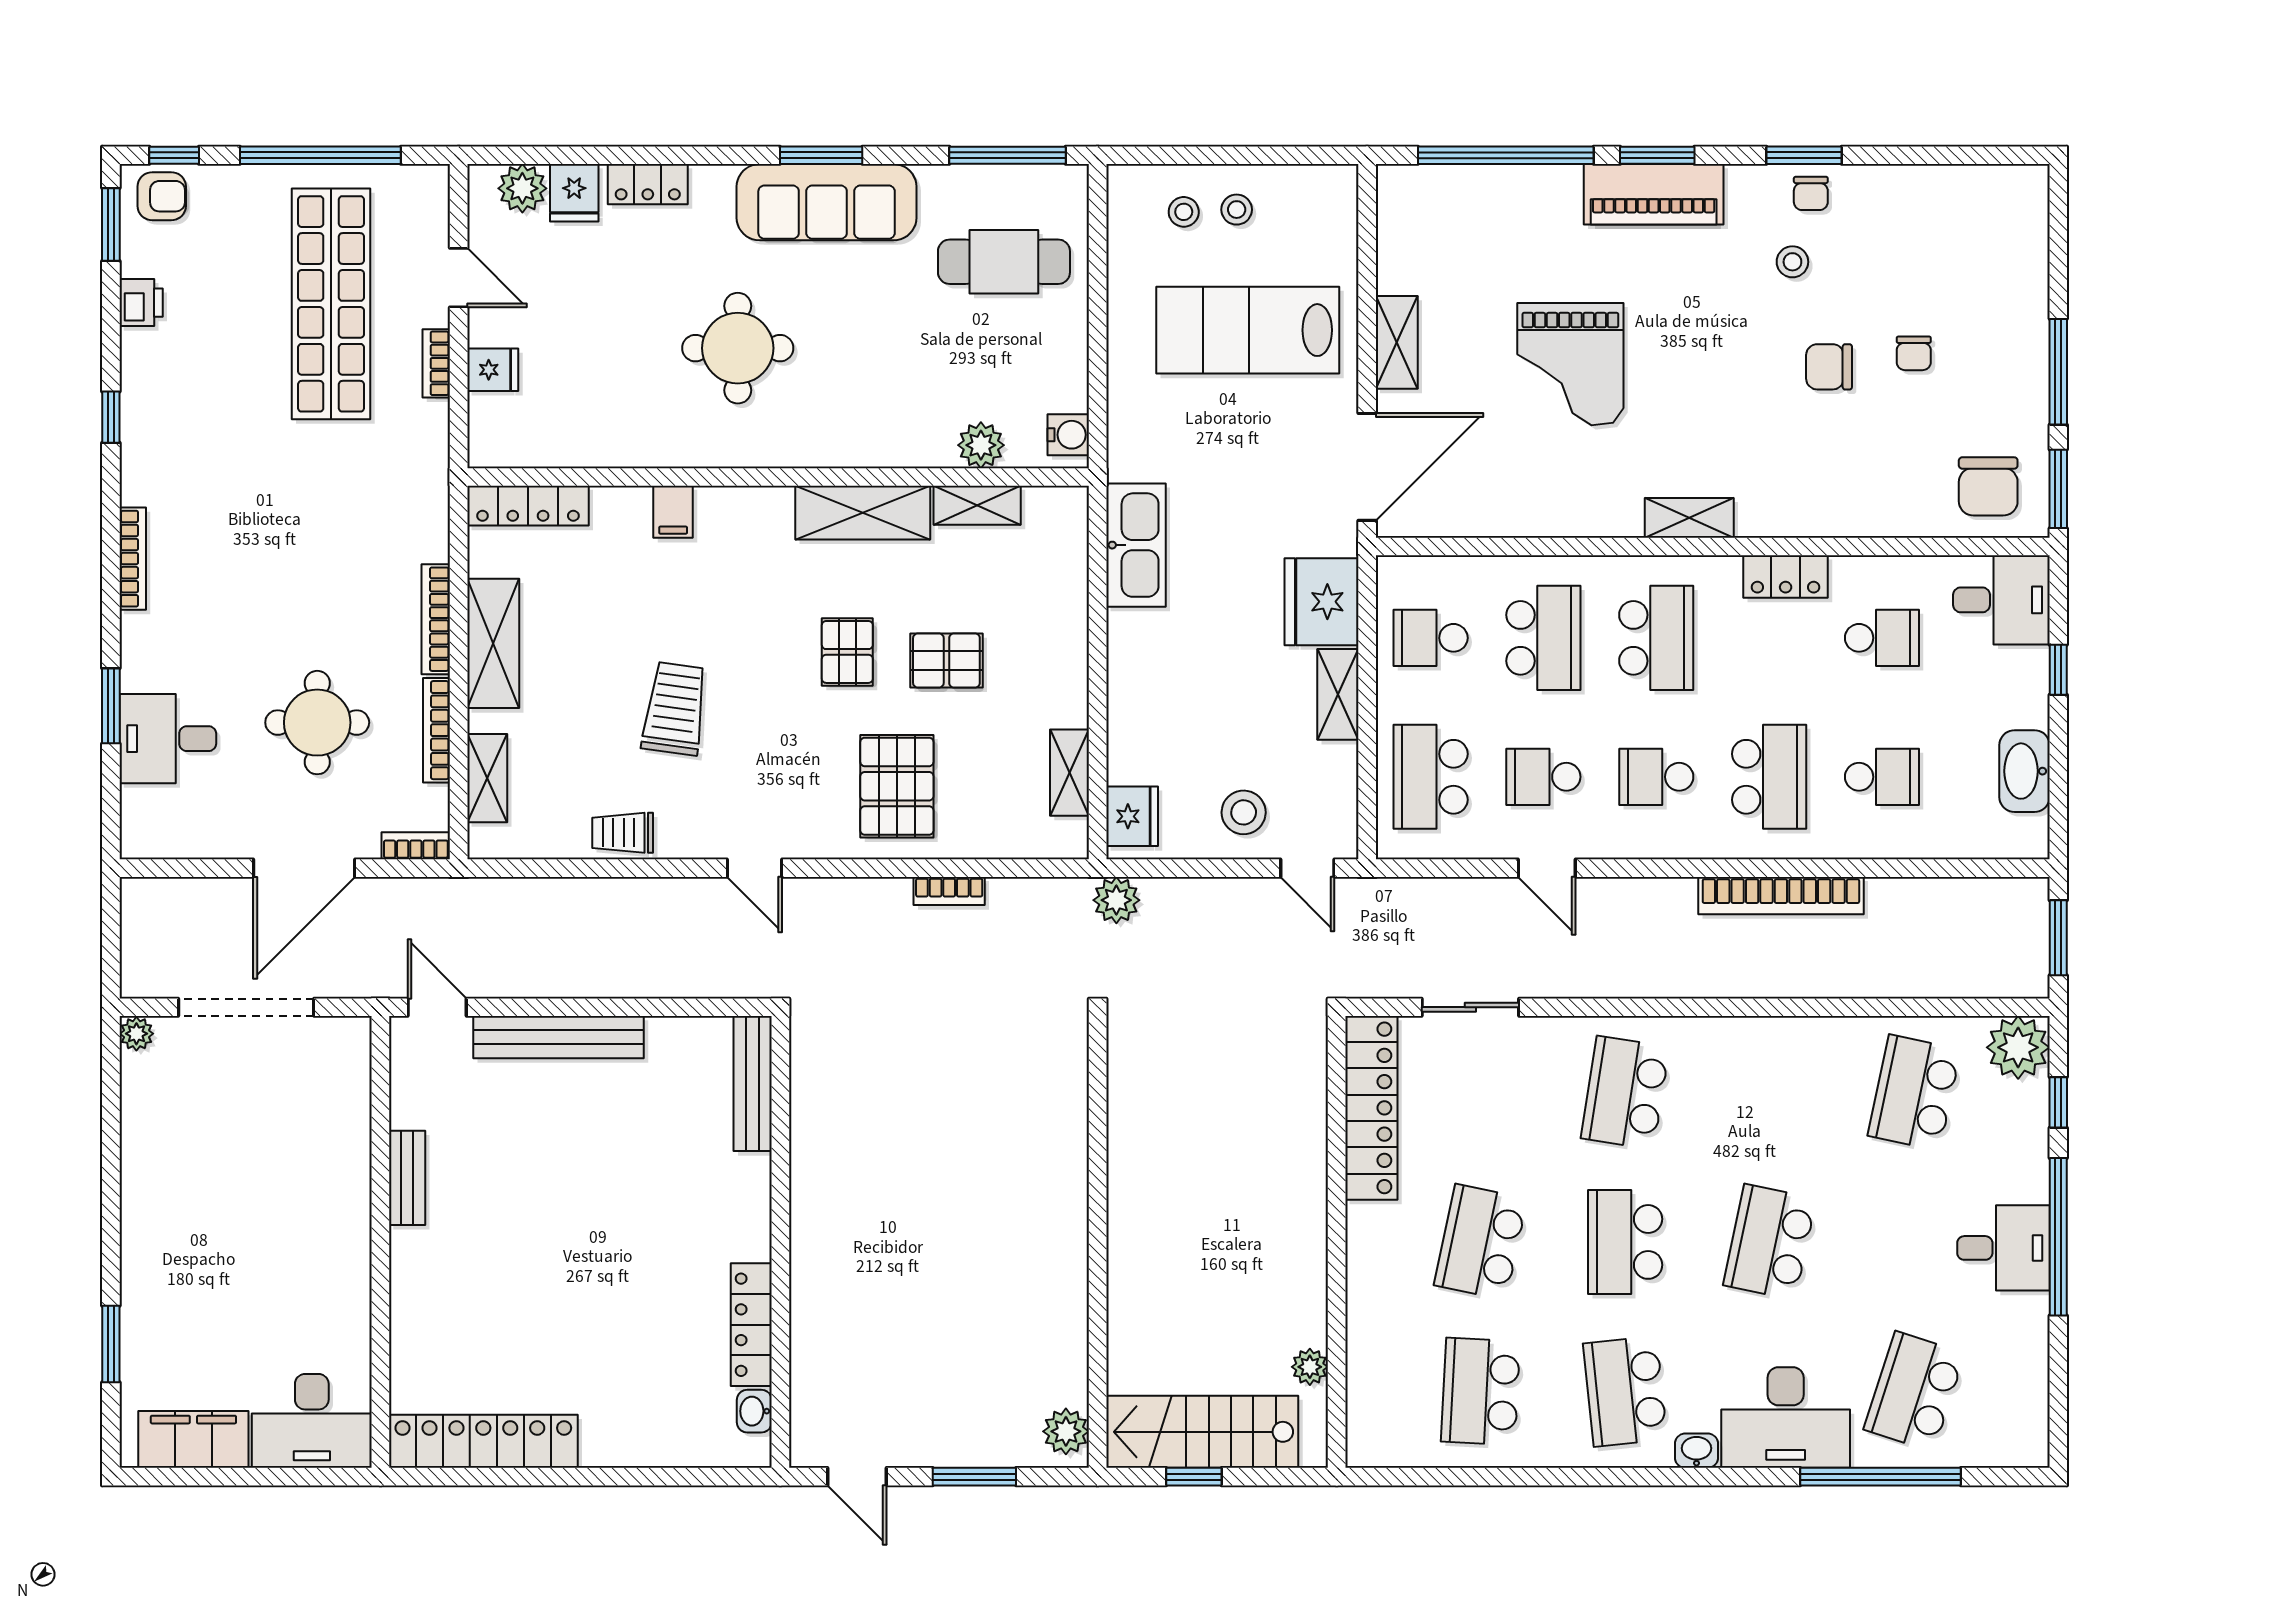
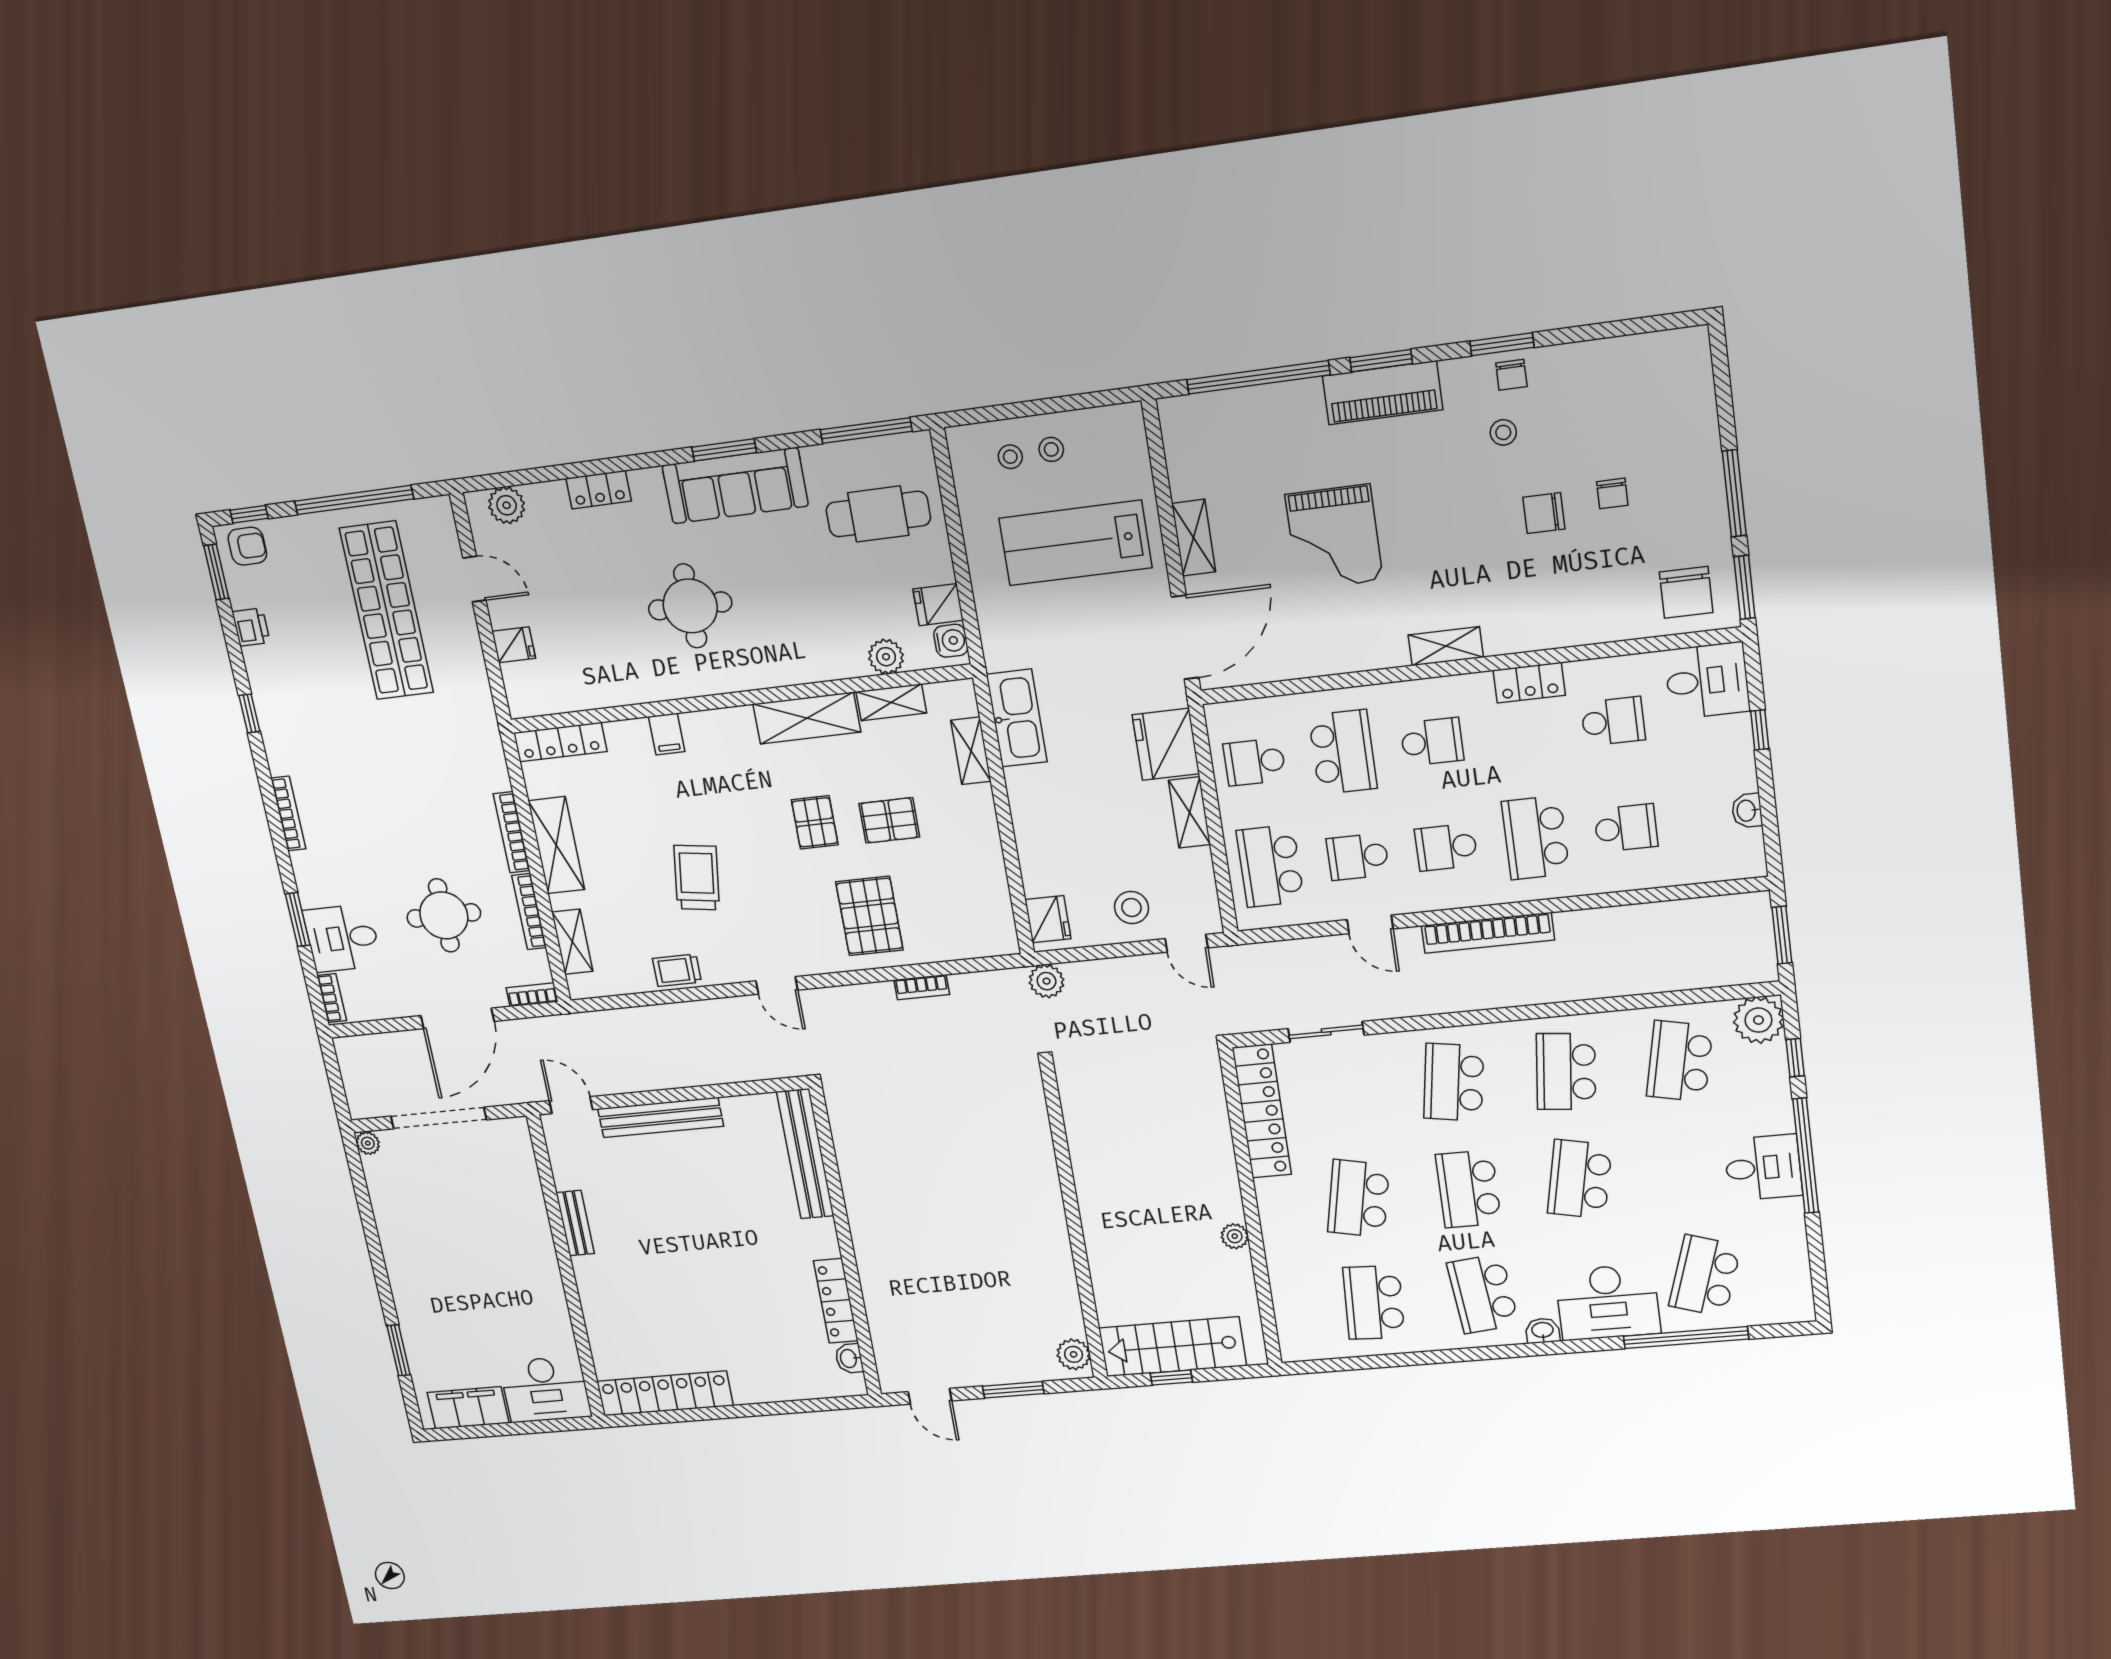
fridge: (574, 193) -> (938, 605), moved, turned 90
bookcase: (436, 363) -> (332, 998), moved, turned 180
school desk: (1656, 638) -> (1432, 742), width x0.54
washbasin: (2024, 771) -> (1747, 811), width x0.52, depth x0.69
shelving: (1069, 773) -> (971, 751), moved
school desk: (1769, 777) -> (1536, 838), turned 180
bookcase: (1781, 896) -> (1488, 933), moved
bench: (753, 1084) -> (805, 1154), width x1.37, depth x1.21
school desk: (1770, 1093) -> (1566, 1072), added
plant: (1310, 1367) -> (1235, 1236), moved

